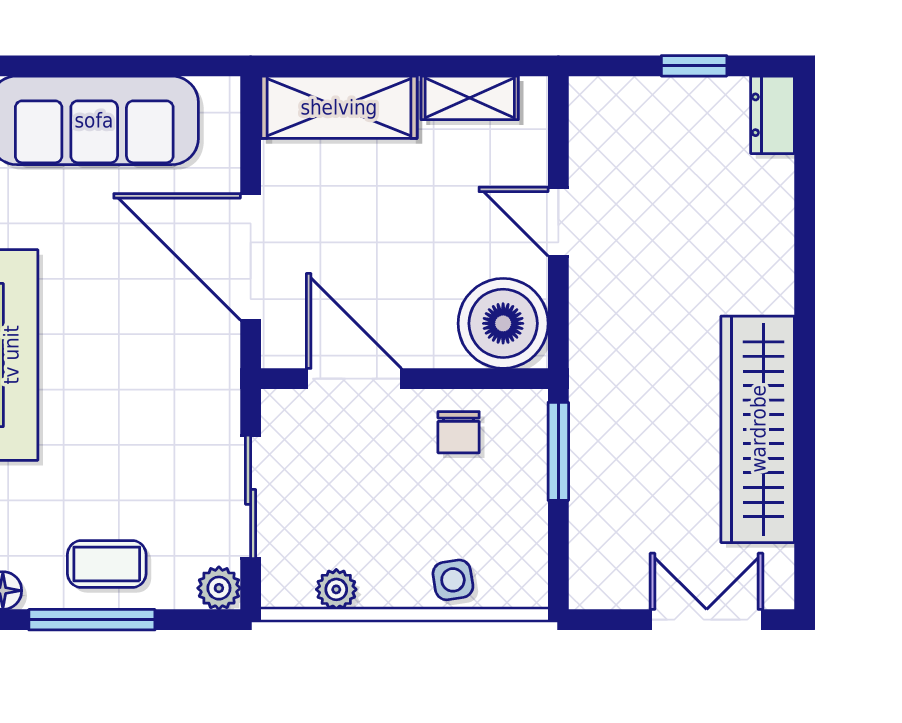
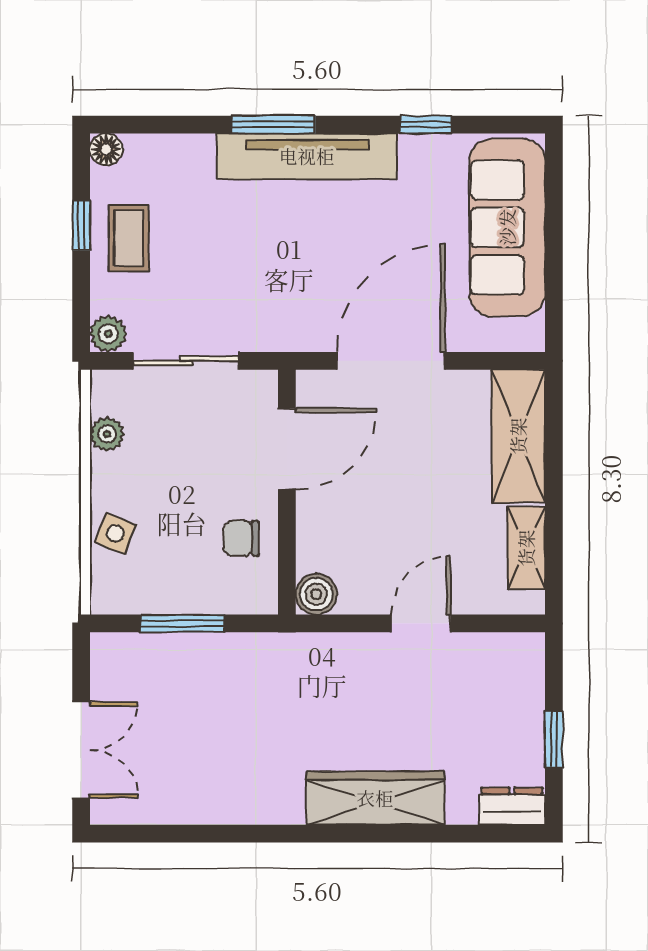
boiler: (503, 323) -> (316, 594), width x0.54, depth x0.54
wardrobe: (758, 429) -> (375, 798), moved, width x0.71, depth x0.85
window: (558, 451) -> (183, 623), moved
side table: (453, 580) -> (115, 534), turned 30
window: (92, 620) -> (81, 225), width x0.46

